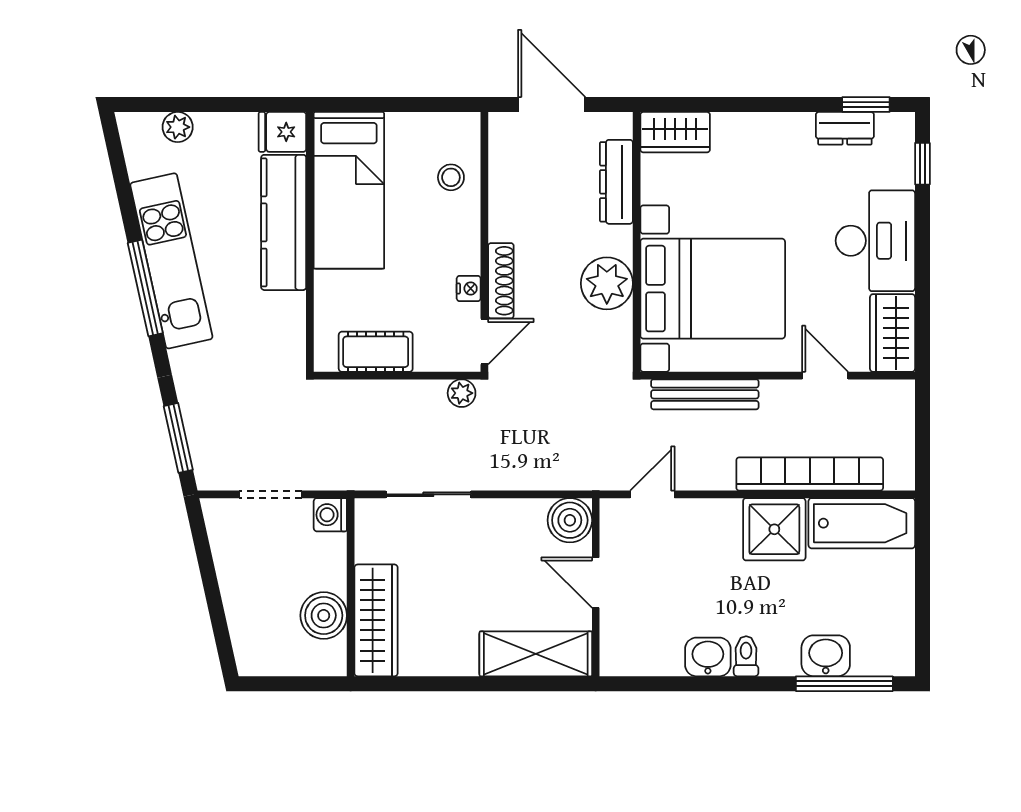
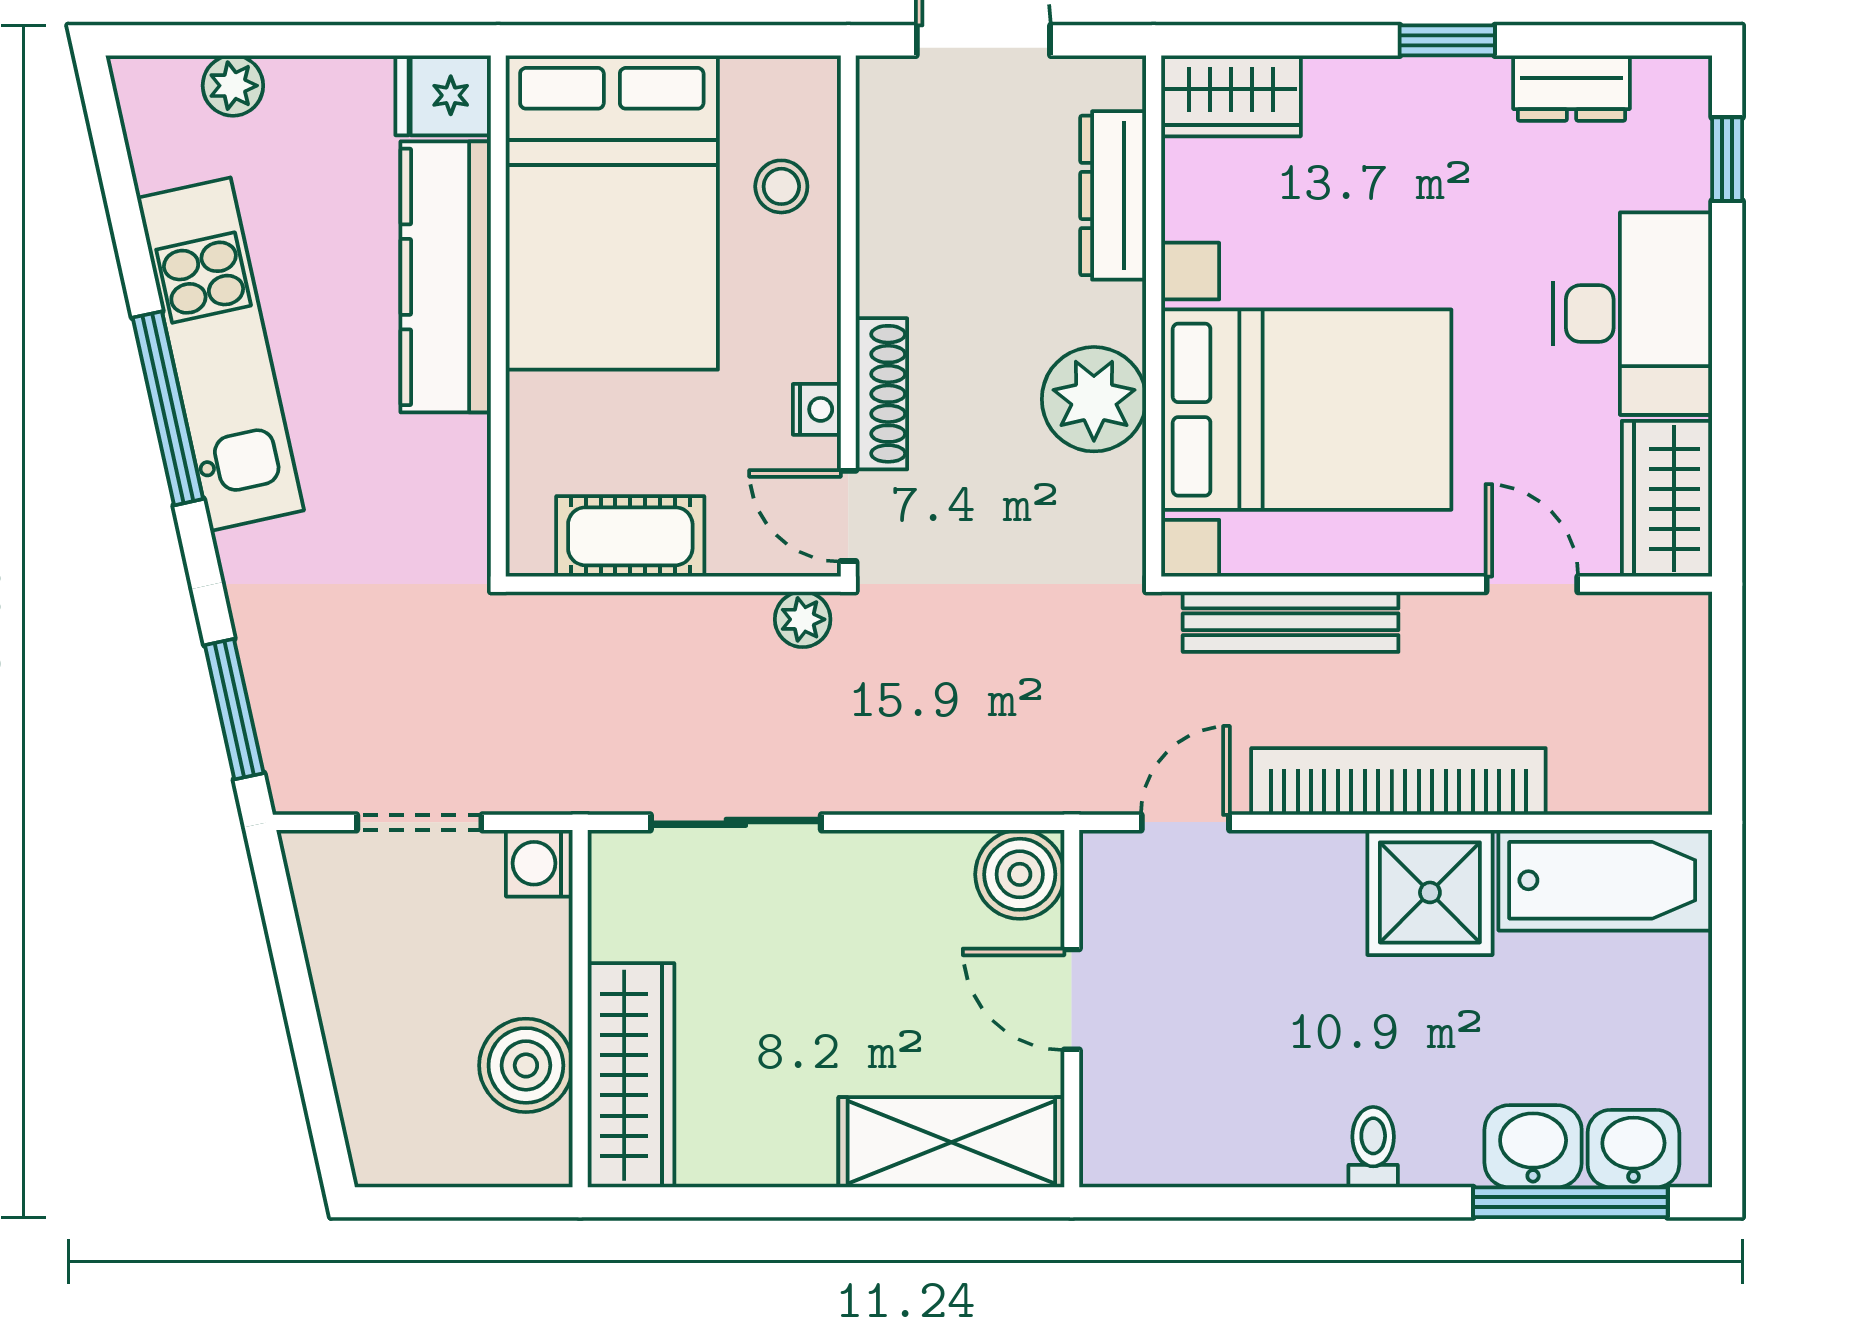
window: (866, 105) -> (1447, 40), moved
bed: (349, 190) -> (612, 212), width x1.50
door: (484, 342) -> (848, 516), swing flipped
bookcase: (810, 474) -> (1398, 782), moved
washbasin: (708, 657) -> (1633, 1149), moved

